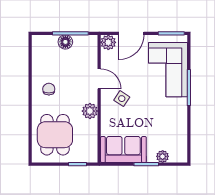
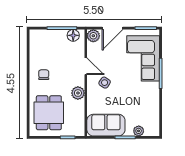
floor lamp: (65, 42) -> (73, 35), moved

